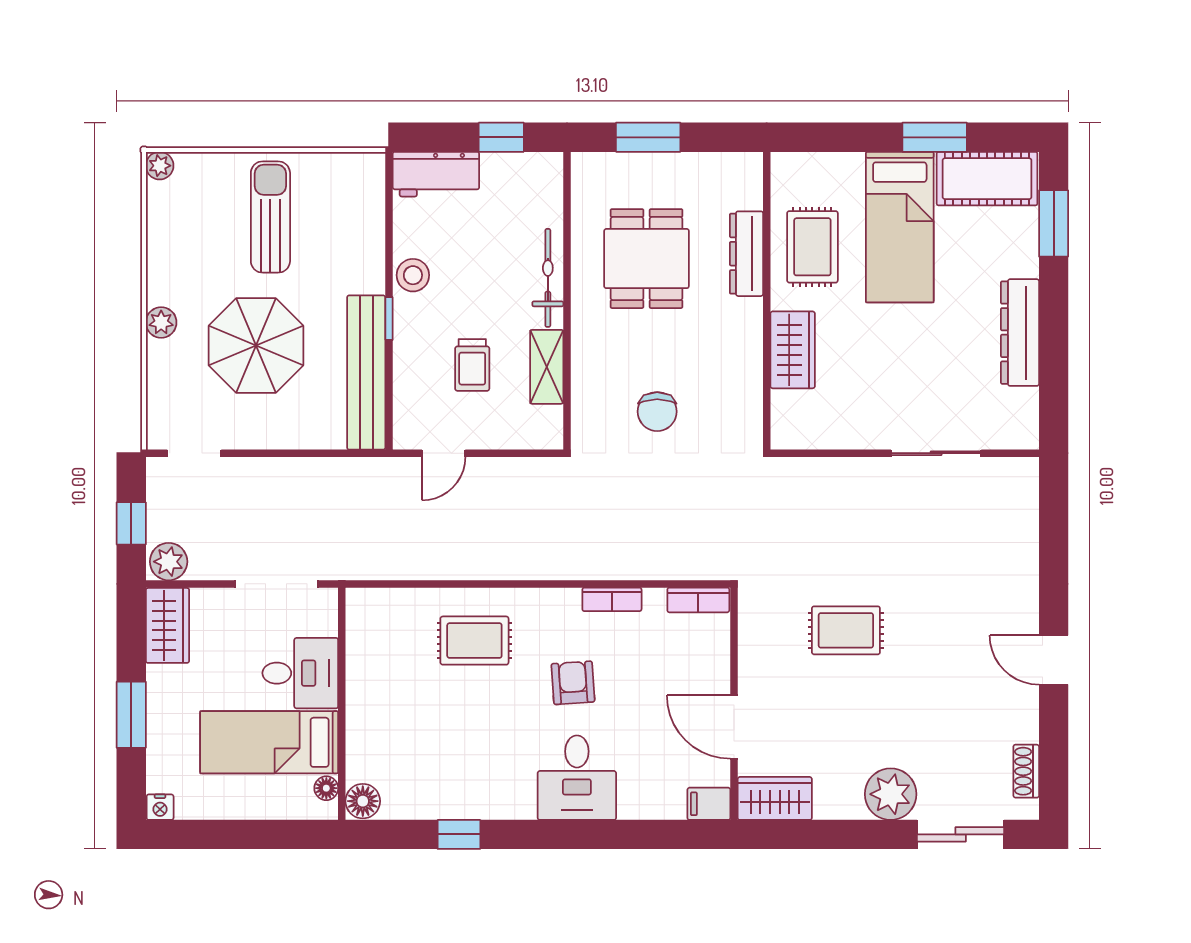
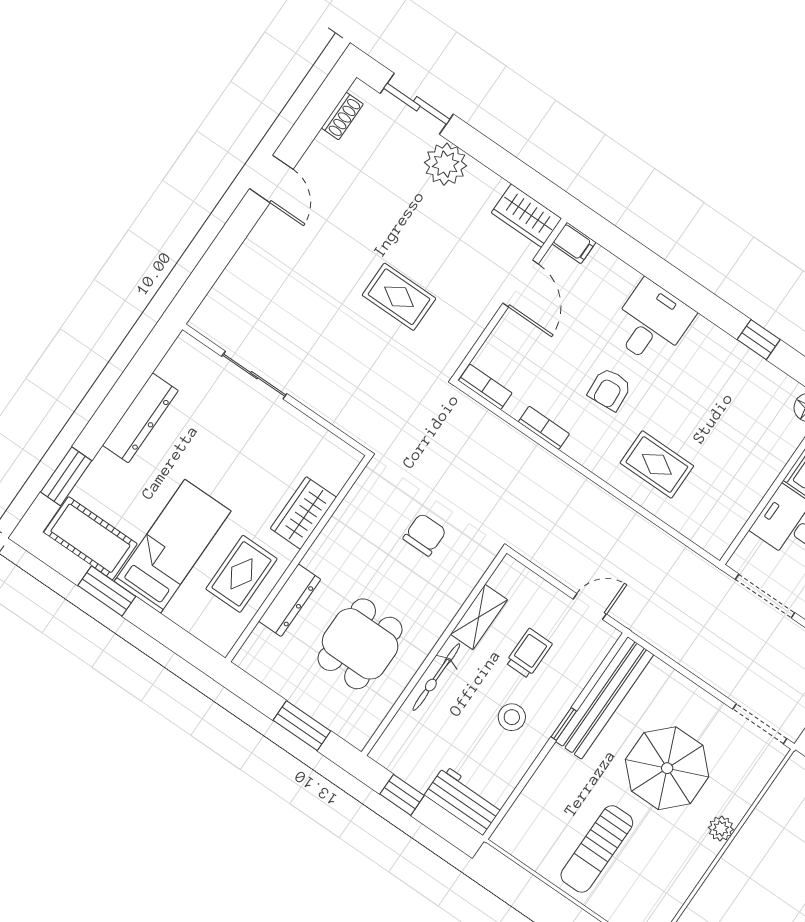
stool: (413, 275) -> (512, 717), moved
doorway: (194, 453) -> (760, 724), width x1.38

